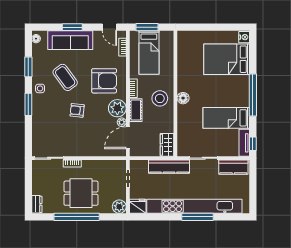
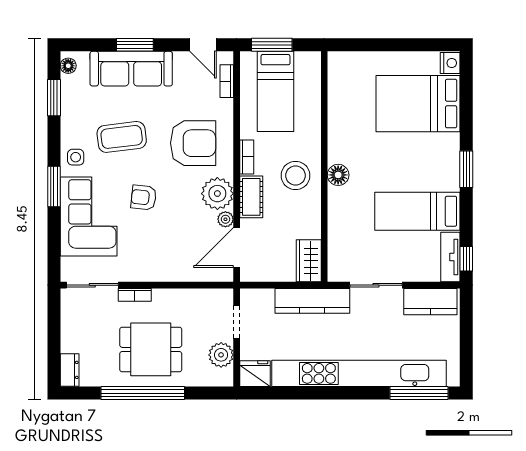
window: (28, 67) -> (54, 98), moved
coffee table: (65, 77) -> (122, 137), turned -61
window: (253, 95) -> (466, 169), width x0.47
corner sofa: (47, 121) -> (89, 217), added
plant: (119, 207) -> (221, 355), moved
window: (198, 217) -> (419, 393), moved

